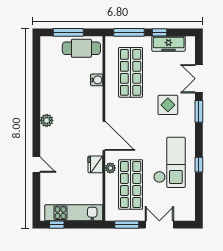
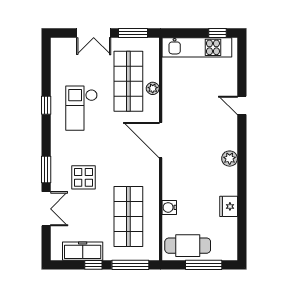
checkout: (170, 162) -> (81, 108), width x0.73, depth x0.83
fridge: (95, 164) -> (229, 206), moved, turned 180
plant: (110, 168) -> (153, 88), moved

